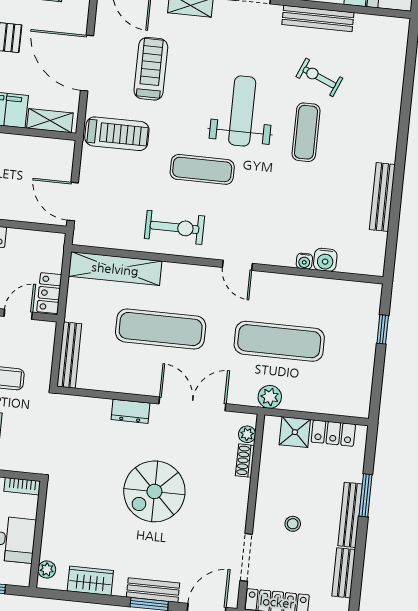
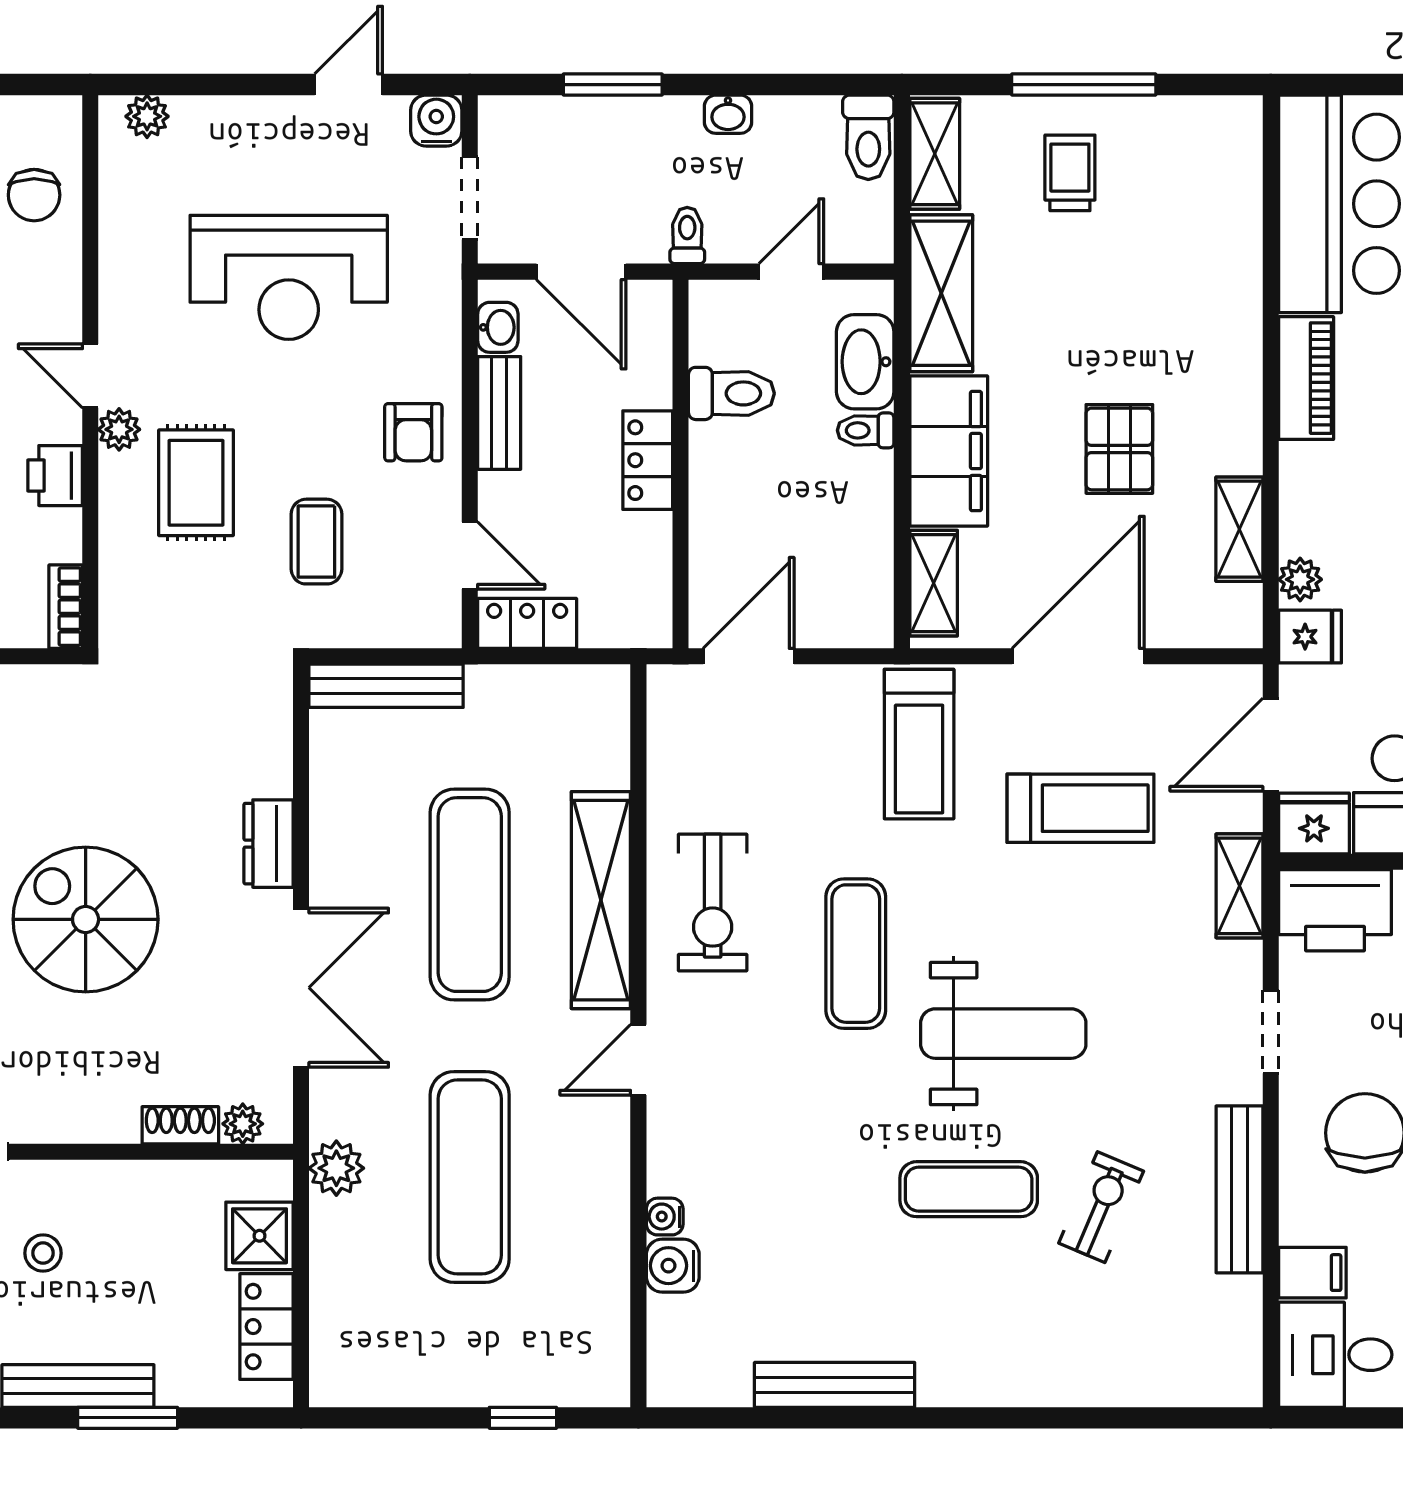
shelving: (115, 269) -> (601, 900), moved

